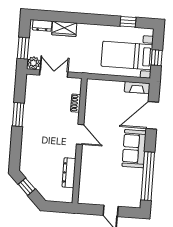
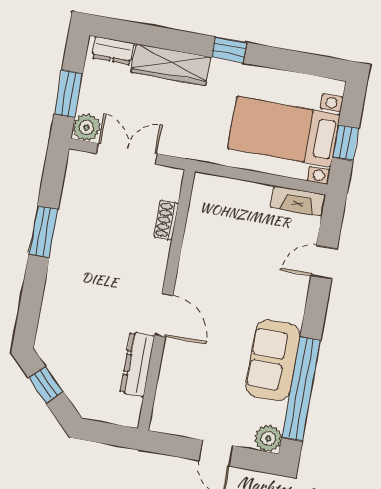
window: (128, 22) -> (229, 50), moved
wardrobe: (64, 29) -> (171, 65), width x1.50
door: (152, 115) -> (324, 262), width x0.53
door: (80, 134) -> (164, 315), moved
sofa: (134, 149) -> (273, 360), moved
plant: (135, 201) -> (268, 438), added

